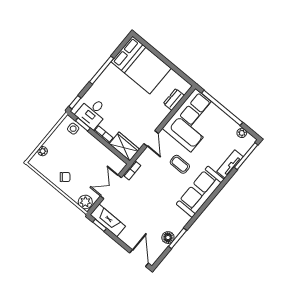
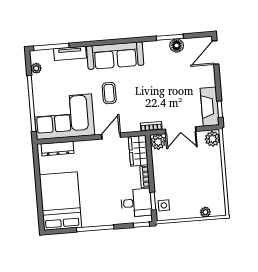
dresser: (174, 99) -> (58, 149), width x1.44
plant: (118, 165) -> (158, 142), added
chair: (65, 177) -> (208, 174), removed

